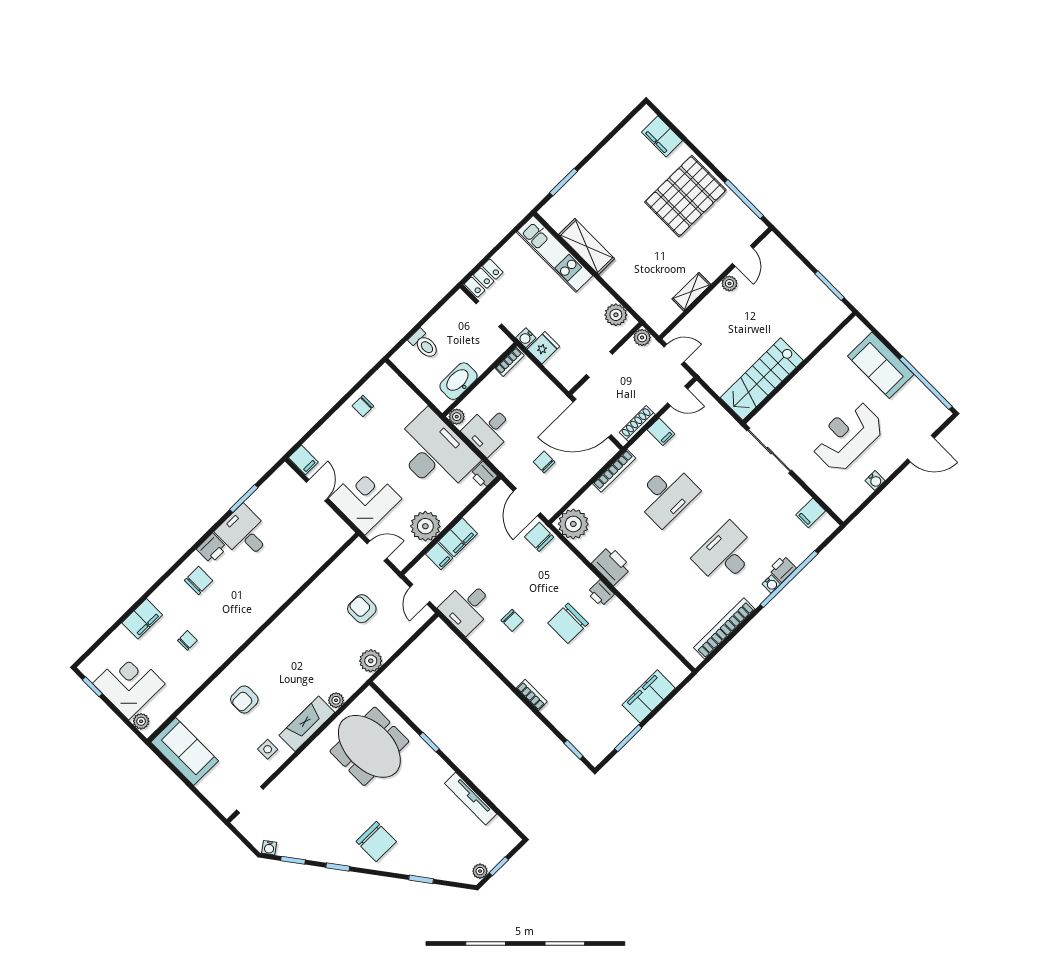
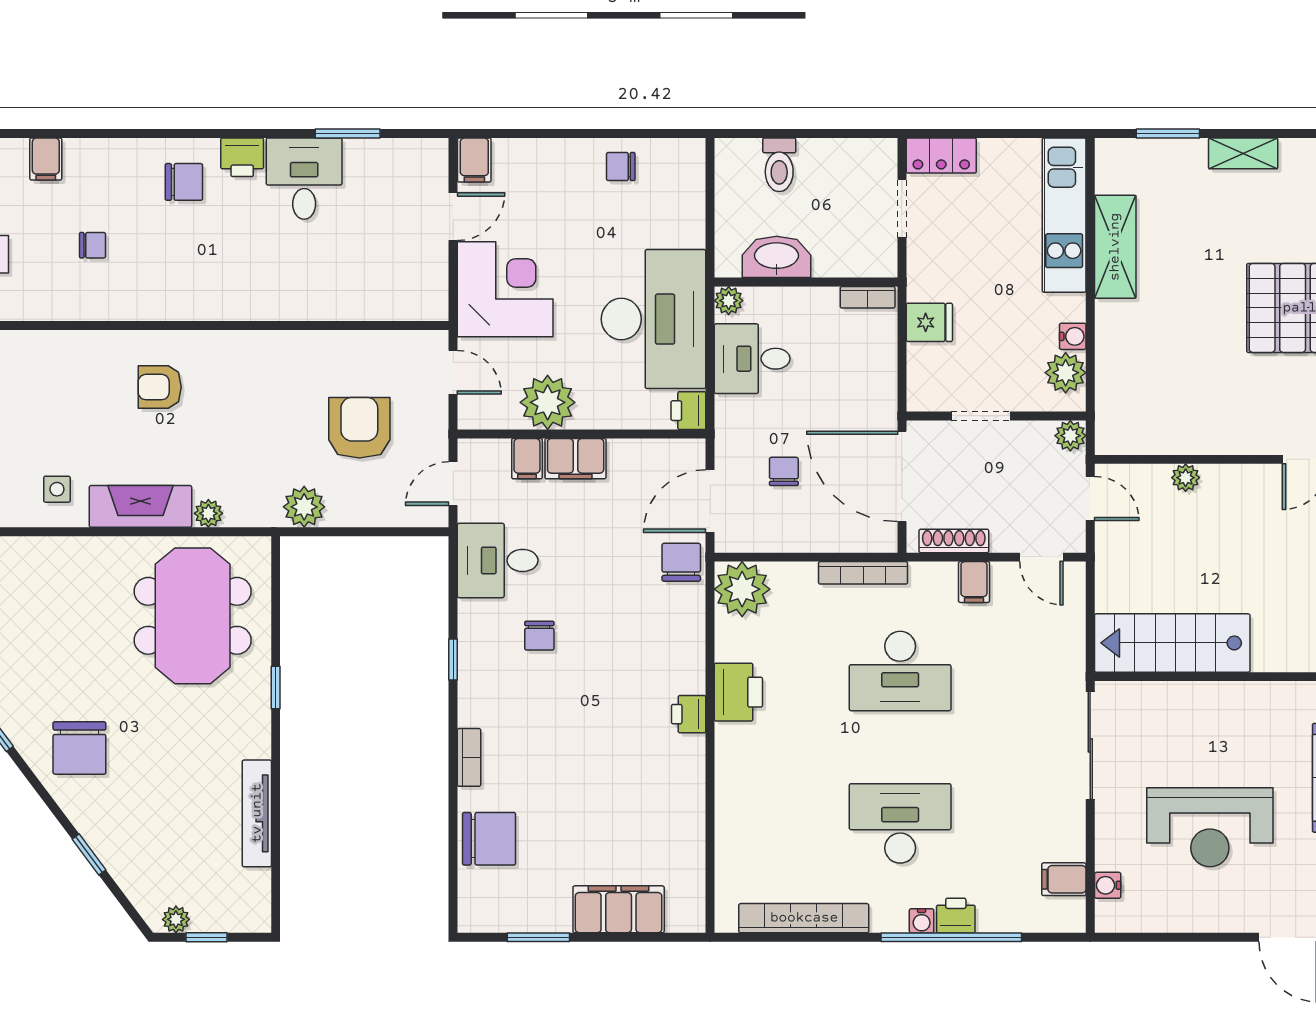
plant: (729, 283) -> (1186, 478), moved
shelving: (691, 292) -> (1243, 153), moved
water cooler: (526, 338) -> (1073, 336), moved, turned 180
reception desk: (848, 436) -> (1210, 827), turned 180
water cooler: (875, 481) -> (1108, 885), moved, turned 90
armchair: (362, 609) -> (359, 428), width x1.38, depth x1.38
filing cabinet: (142, 619) -> (46, 159), width x0.50
chair: (568, 623) -> (489, 839), moved, turned 180
armchair: (244, 700) -> (160, 387), moved
window: (574, 750) -> (453, 660), moved

